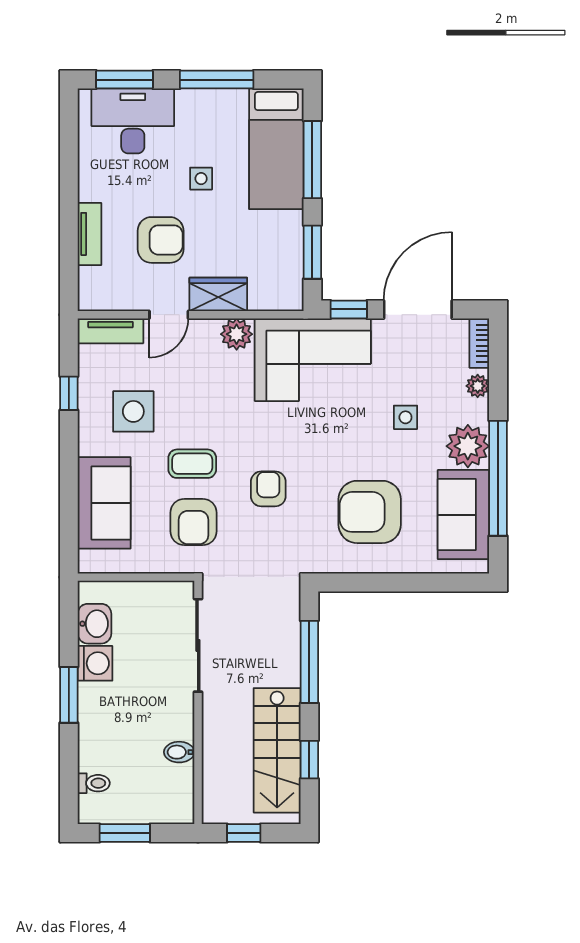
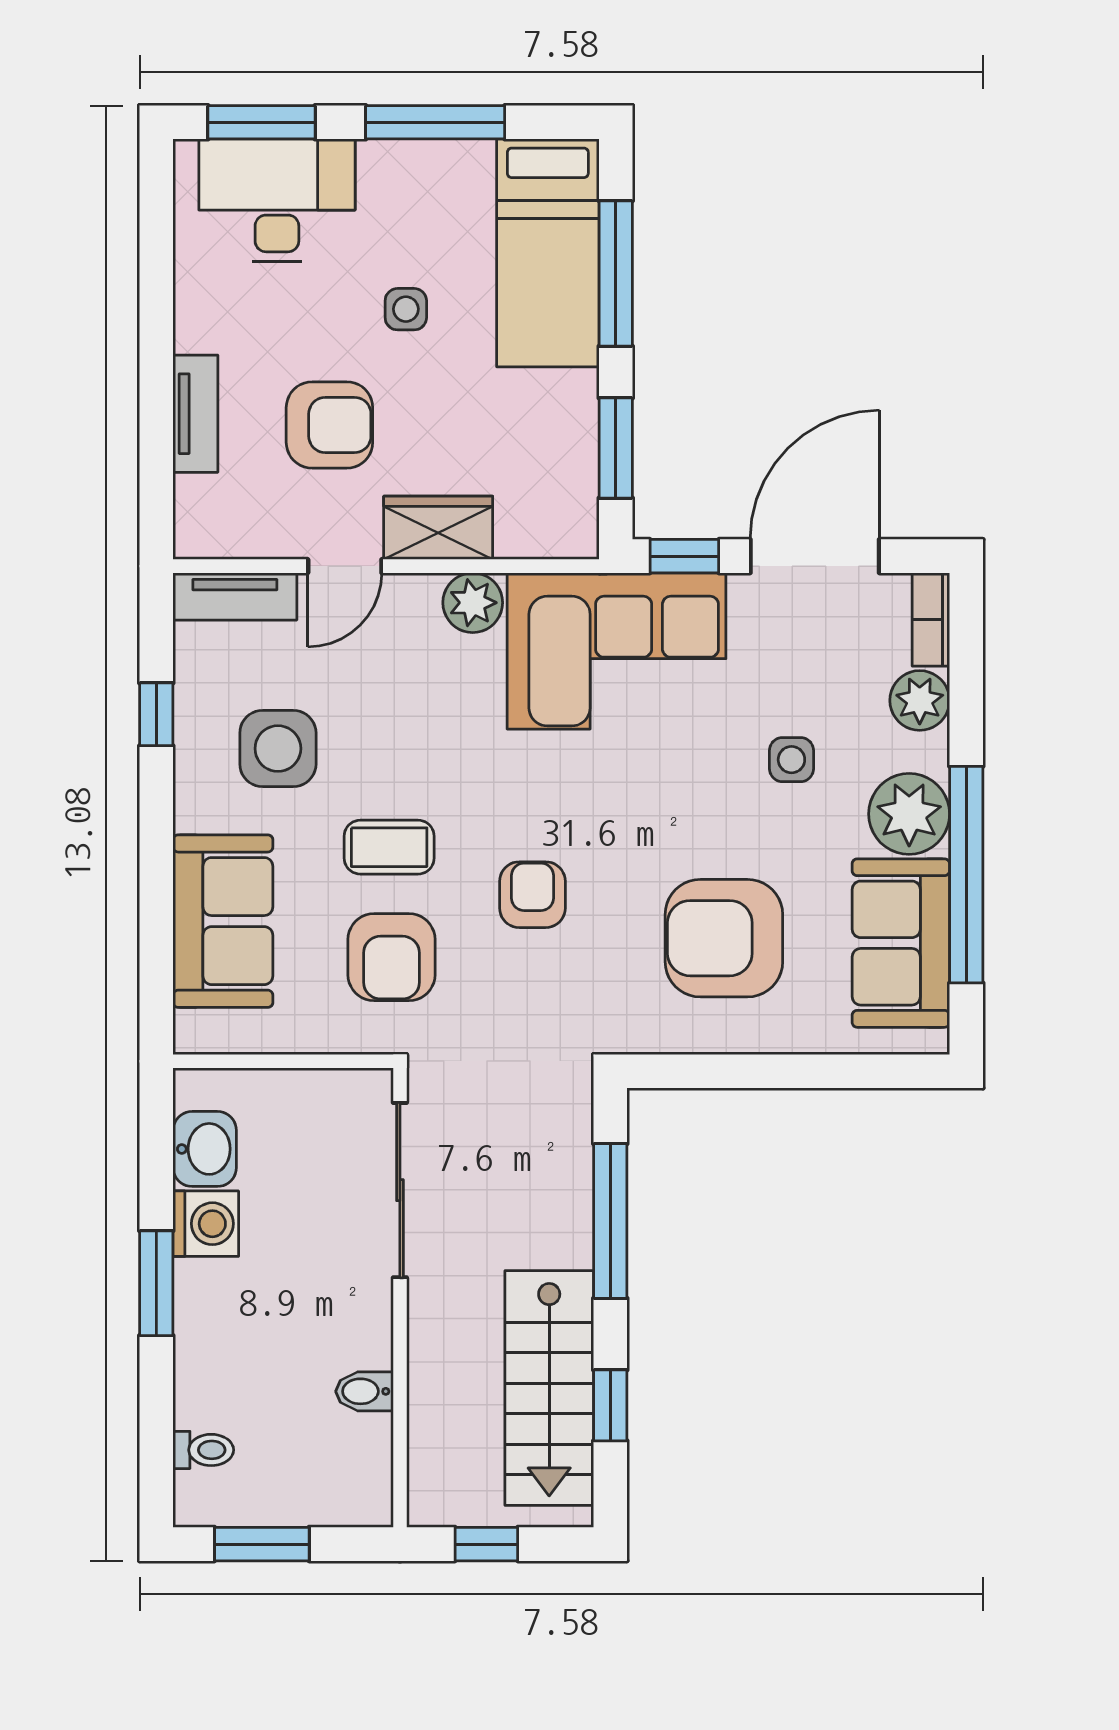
plant: (478, 386) -> (920, 700), width x1.38, depth x1.38

